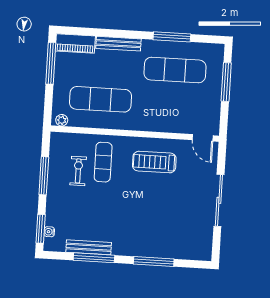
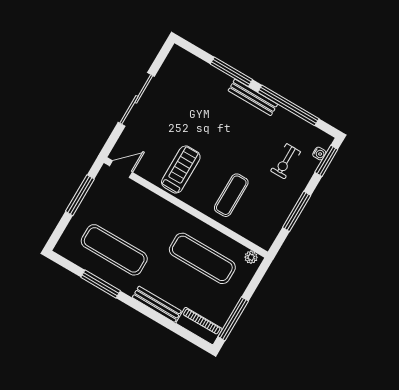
window: (226, 82) -> (80, 195), moved
door: (203, 138) -> (121, 169), hinge flipped
treadmill: (154, 162) -> (181, 170), turned -90
exercise bike: (78, 171) -> (286, 161), moved
bench: (89, 247) -> (253, 97), moved
window: (94, 258) -> (288, 105), width x1.46

